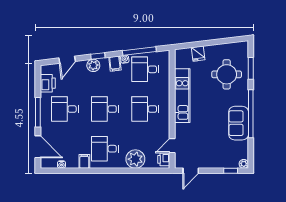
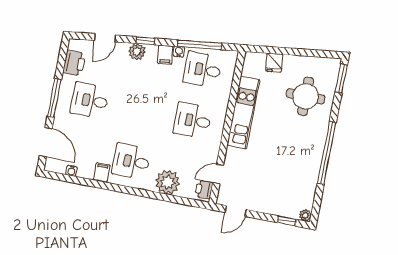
window: (251, 68) -> (341, 79), moved
desk: (105, 109) -> (141, 110), removed
sofa: (239, 123) -> (309, 162), removed

